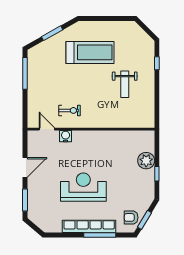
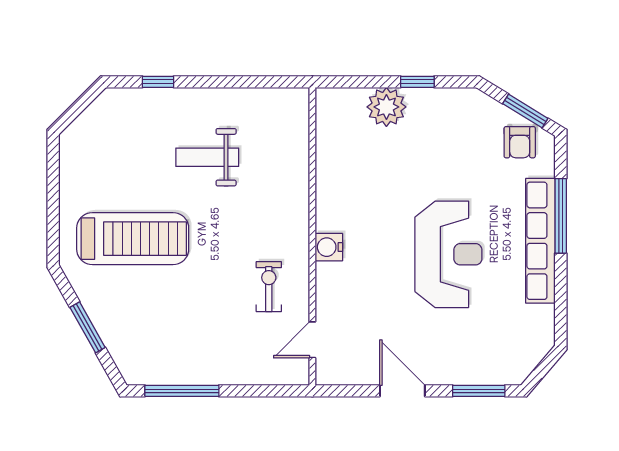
treadmill: (90, 52) -> (133, 239), turned 90
weight bench: (125, 84) -> (207, 157), turned 180
water cooler: (66, 136) -> (329, 247), moved
reception desk: (83, 187) -> (448, 254), turned 180

